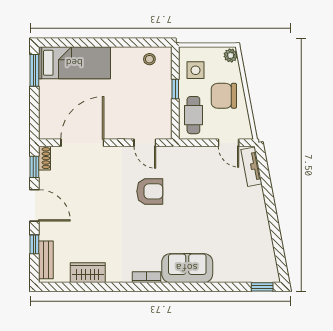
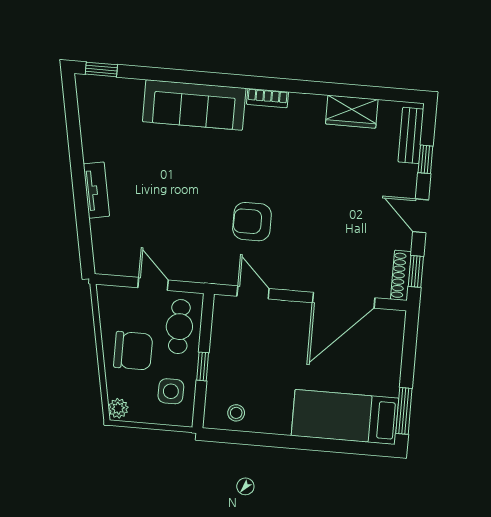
door: (229, 143) -> (153, 284), moved
shoe rack: (44, 158) -> (401, 275), width x1.43
tv unit: (251, 167) -> (96, 190), moved
door: (34, 205) -> (421, 216), width x0.73
sofa: (187, 268) -> (194, 105), width x1.36

